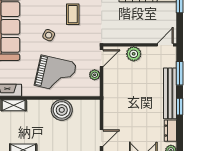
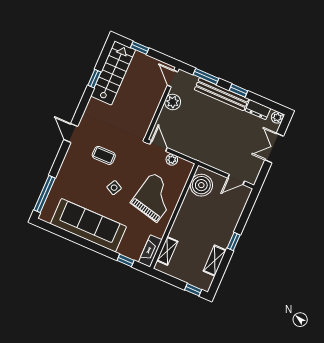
plant: (134, 54) -> (173, 102), moved
boiler: (62, 110) -> (201, 185), moved
door: (102, 138) -> (236, 180), swing flipped

